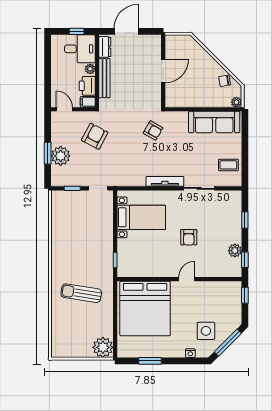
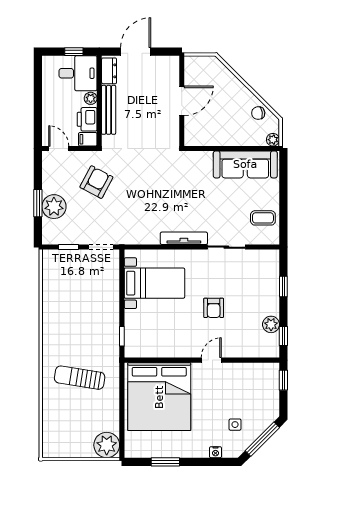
armchair: (153, 131) -> (169, 175), removed
side table: (206, 331) -> (235, 425), width x0.54, depth x0.54

